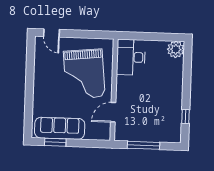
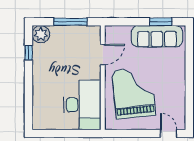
plant: (176, 49) -> (41, 34), moved
desk: (131, 57) -> (82, 105), width x1.36, depth x1.30

